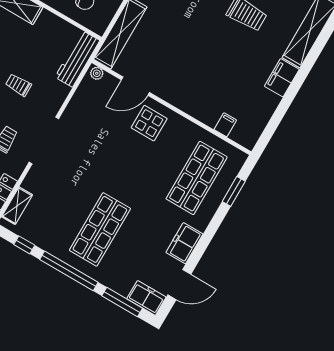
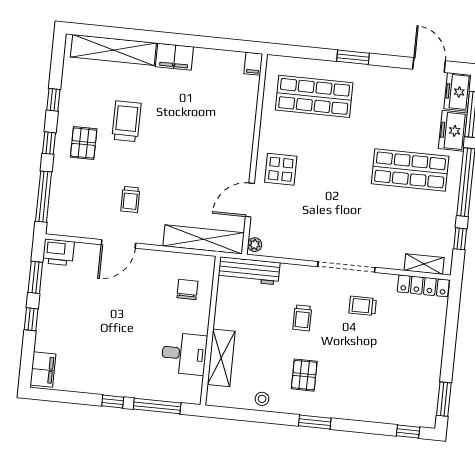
door: (135, 86) -> (250, 200), swing flipped
filing cabinet: (225, 125) -> (253, 64), moved, turned -90
window: (234, 191) -> (353, 57), moved
freezer: (184, 243) -> (453, 131), moved, turned 90

